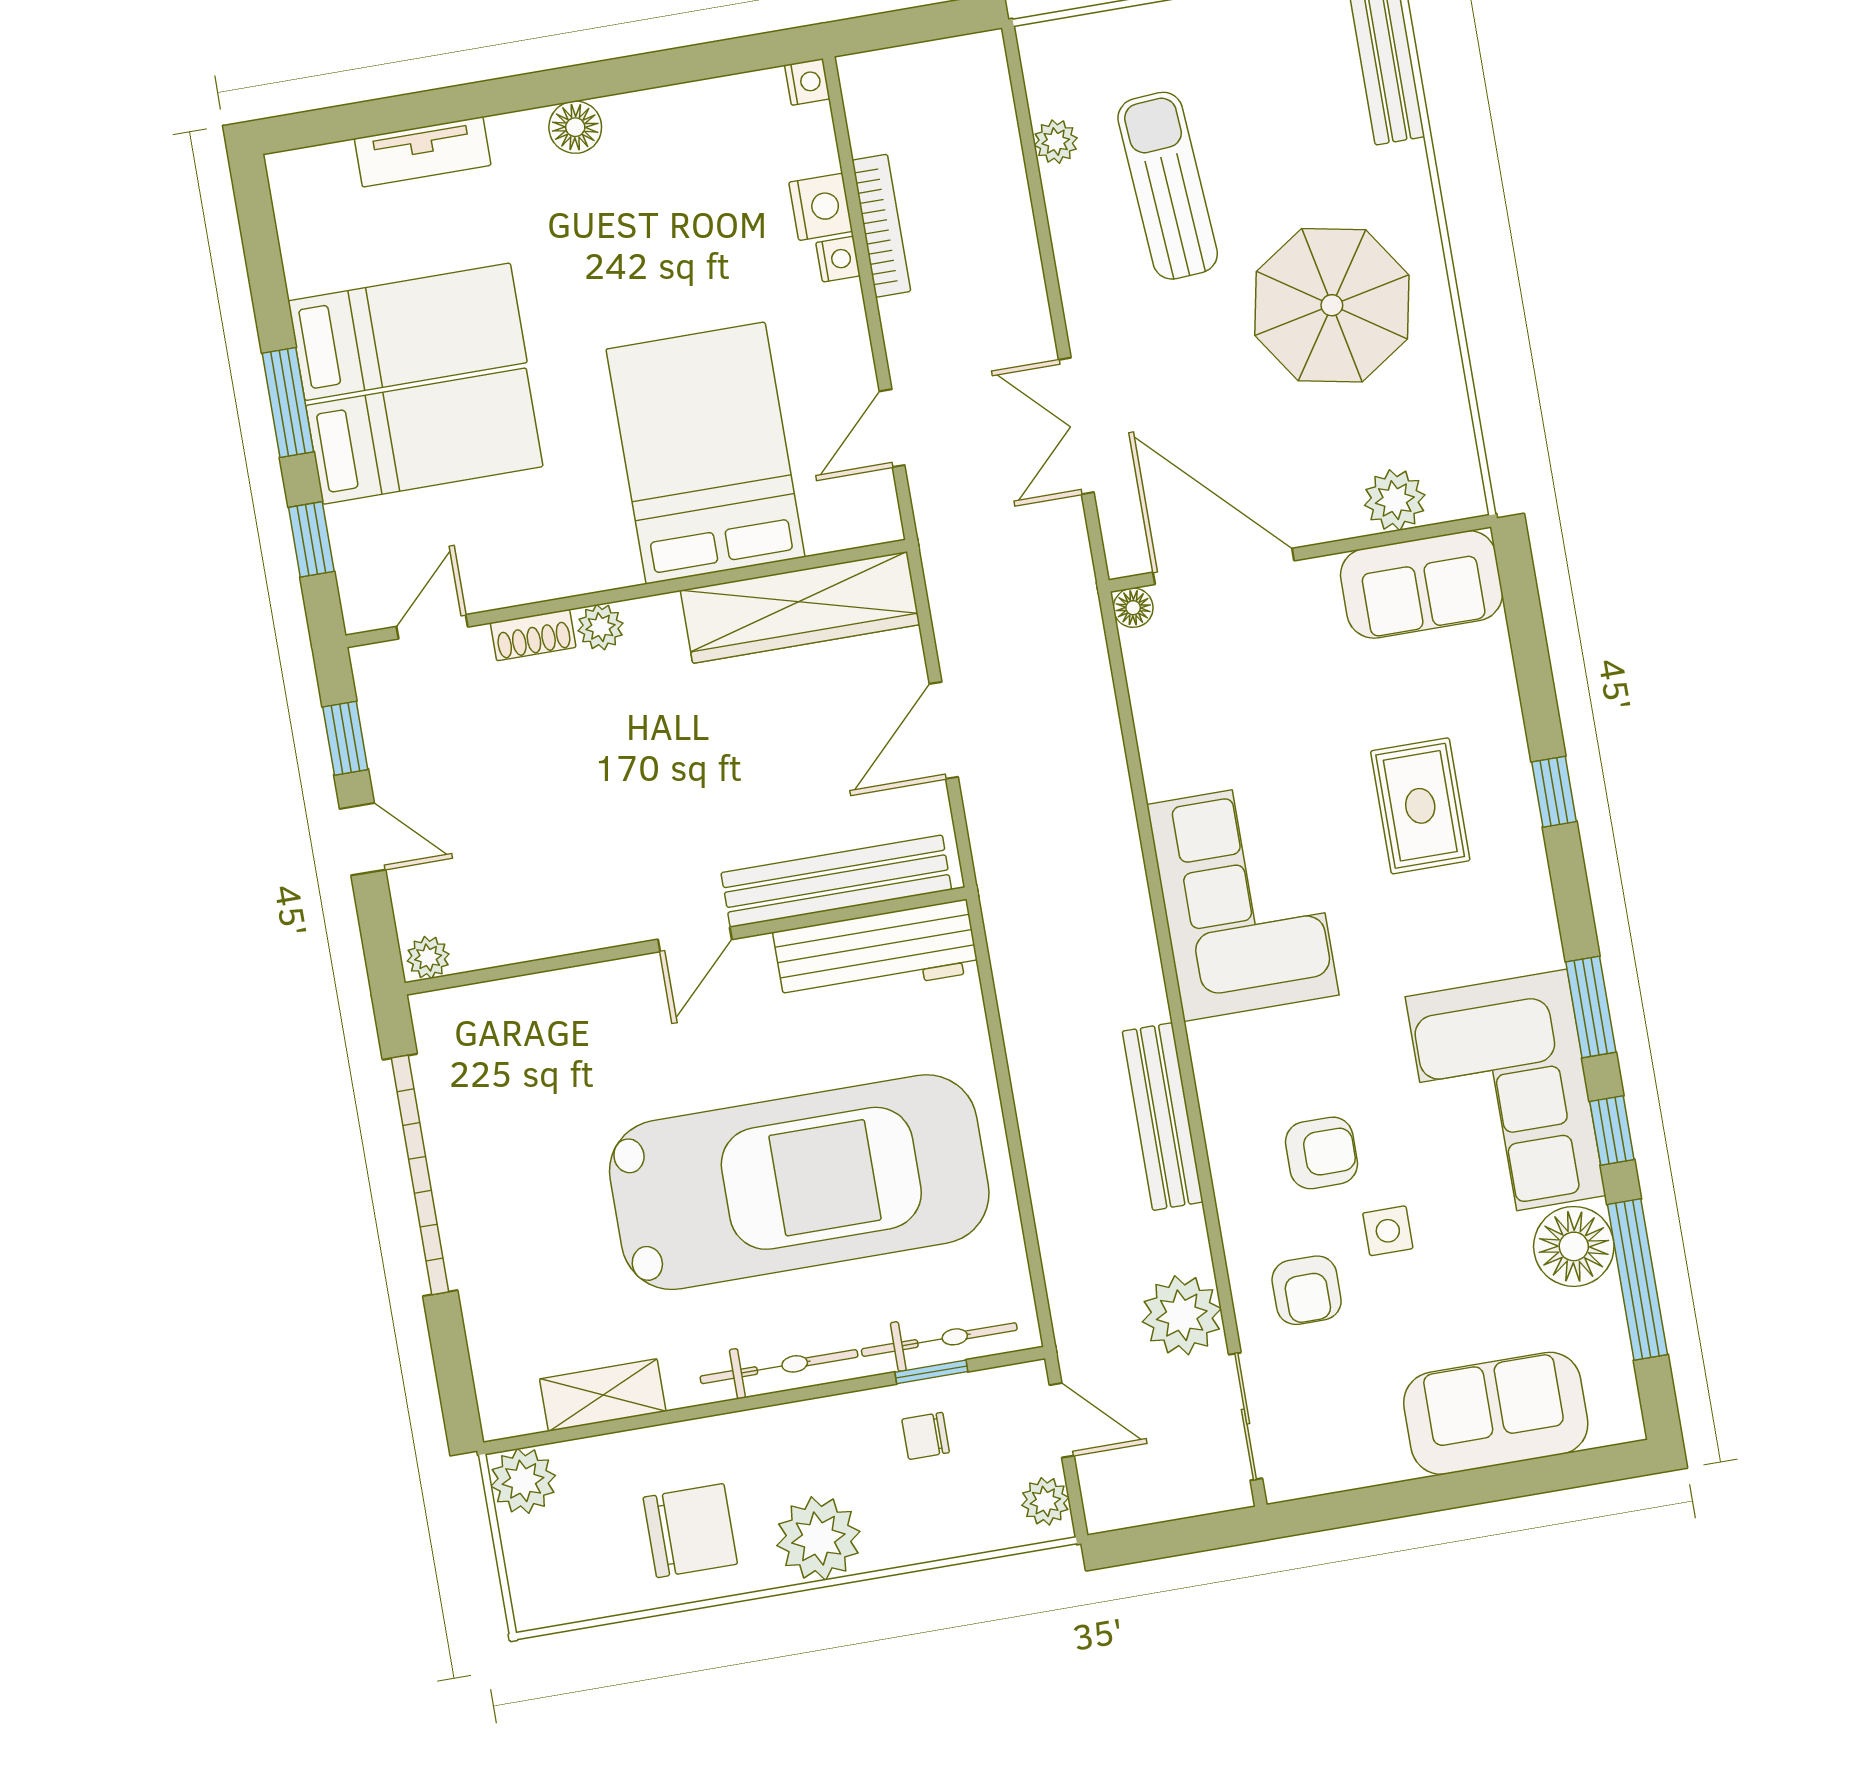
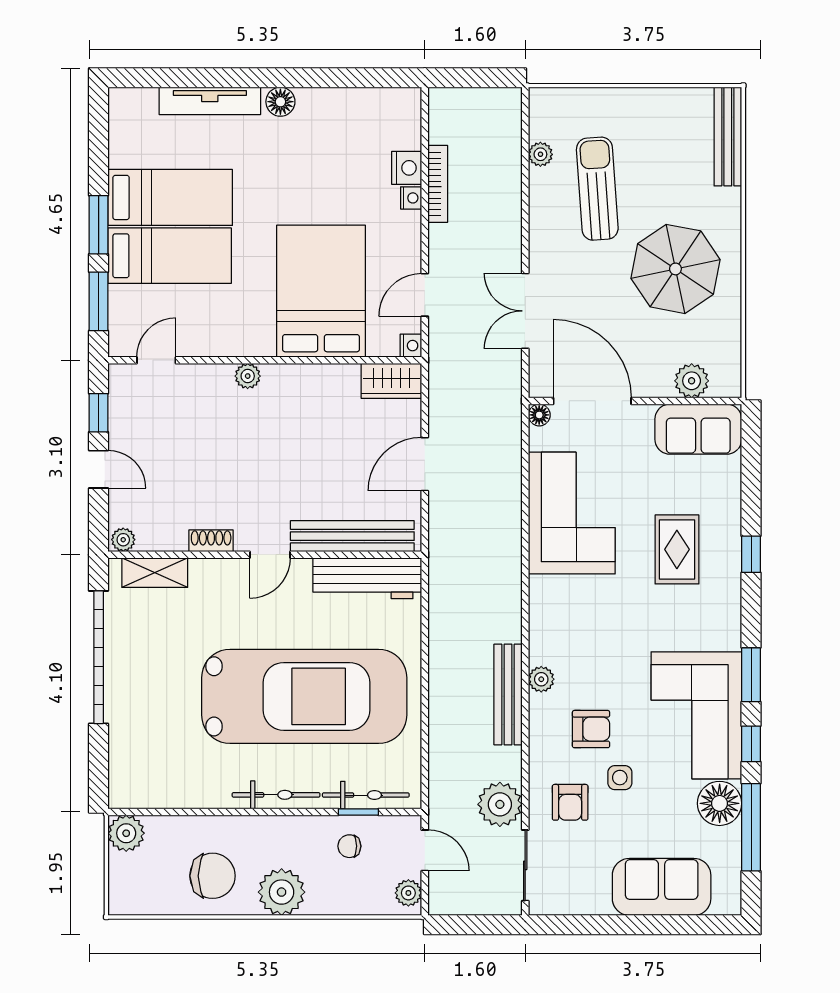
nightstand: (807, 82) -> (411, 346), moved
tv unit: (423, 152) -> (210, 101), width x1.41
window: (311, 539) -> (99, 301), width x1.50
wardrobe: (800, 607) -> (391, 381), width x0.48, depth x0.85
shoe rack: (533, 635) -> (211, 541), moved, turned 180
corner sofa: (1243, 900) -> (572, 513), moved
plant: (1217, 1079) -> (541, 679), added
shelving: (603, 1395) -> (155, 573), moved

